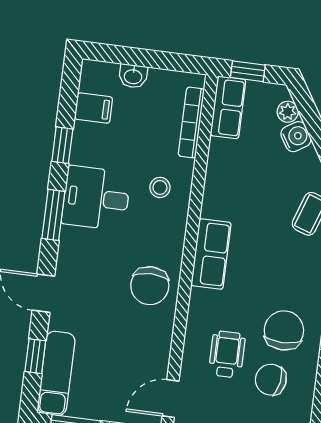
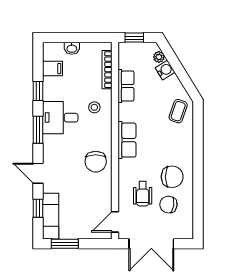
row of seats: (228, 107) -> (126, 86), moved
chair: (284, 330) -> (172, 177), turned 90
wheelchair: (227, 354) -> (143, 194), turned 180

